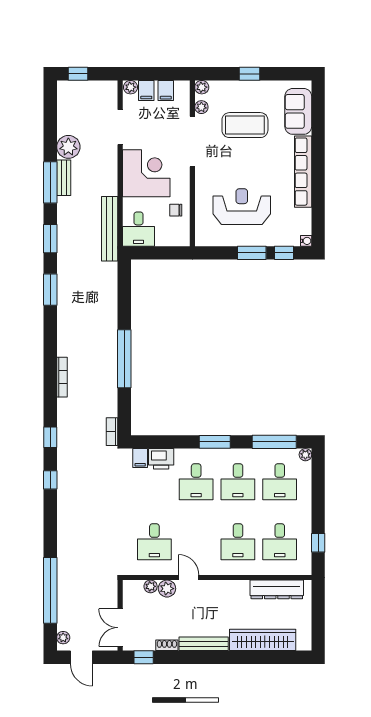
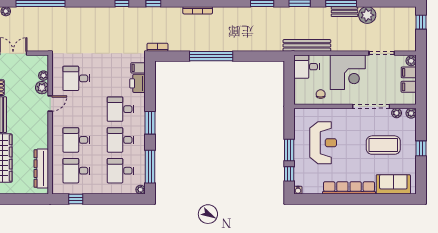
coffee table: (245, 125) -> (383, 145), turned 90

